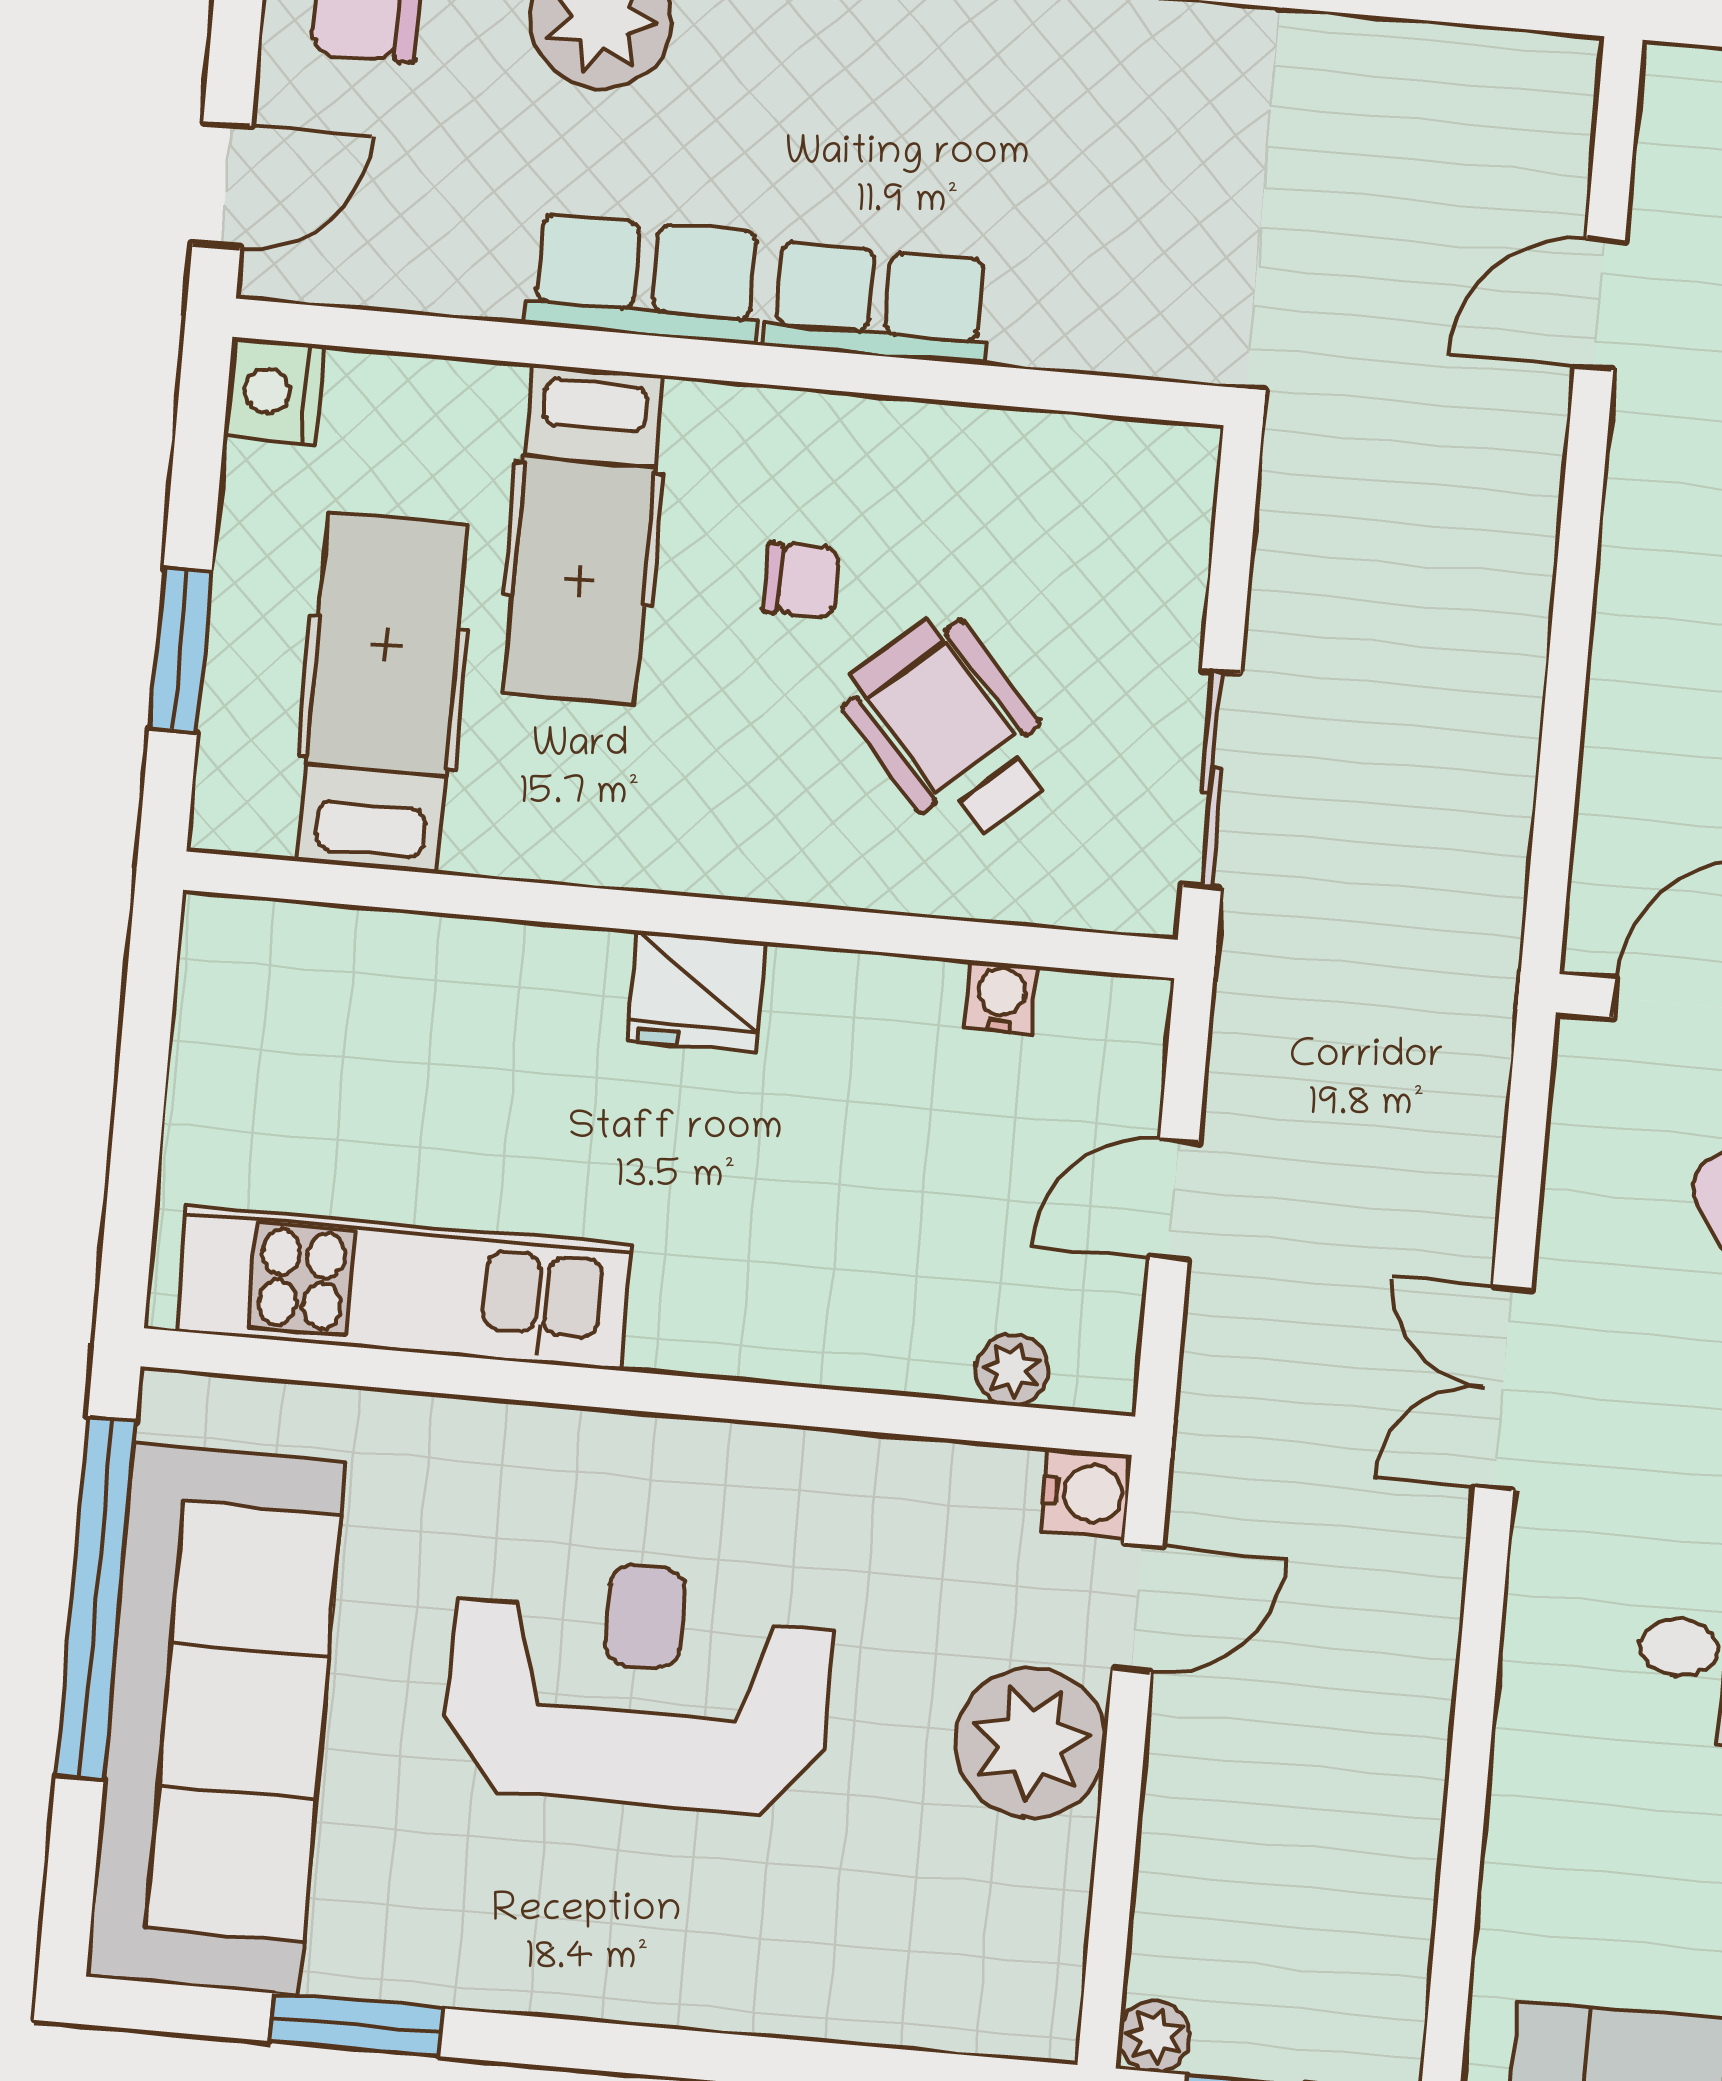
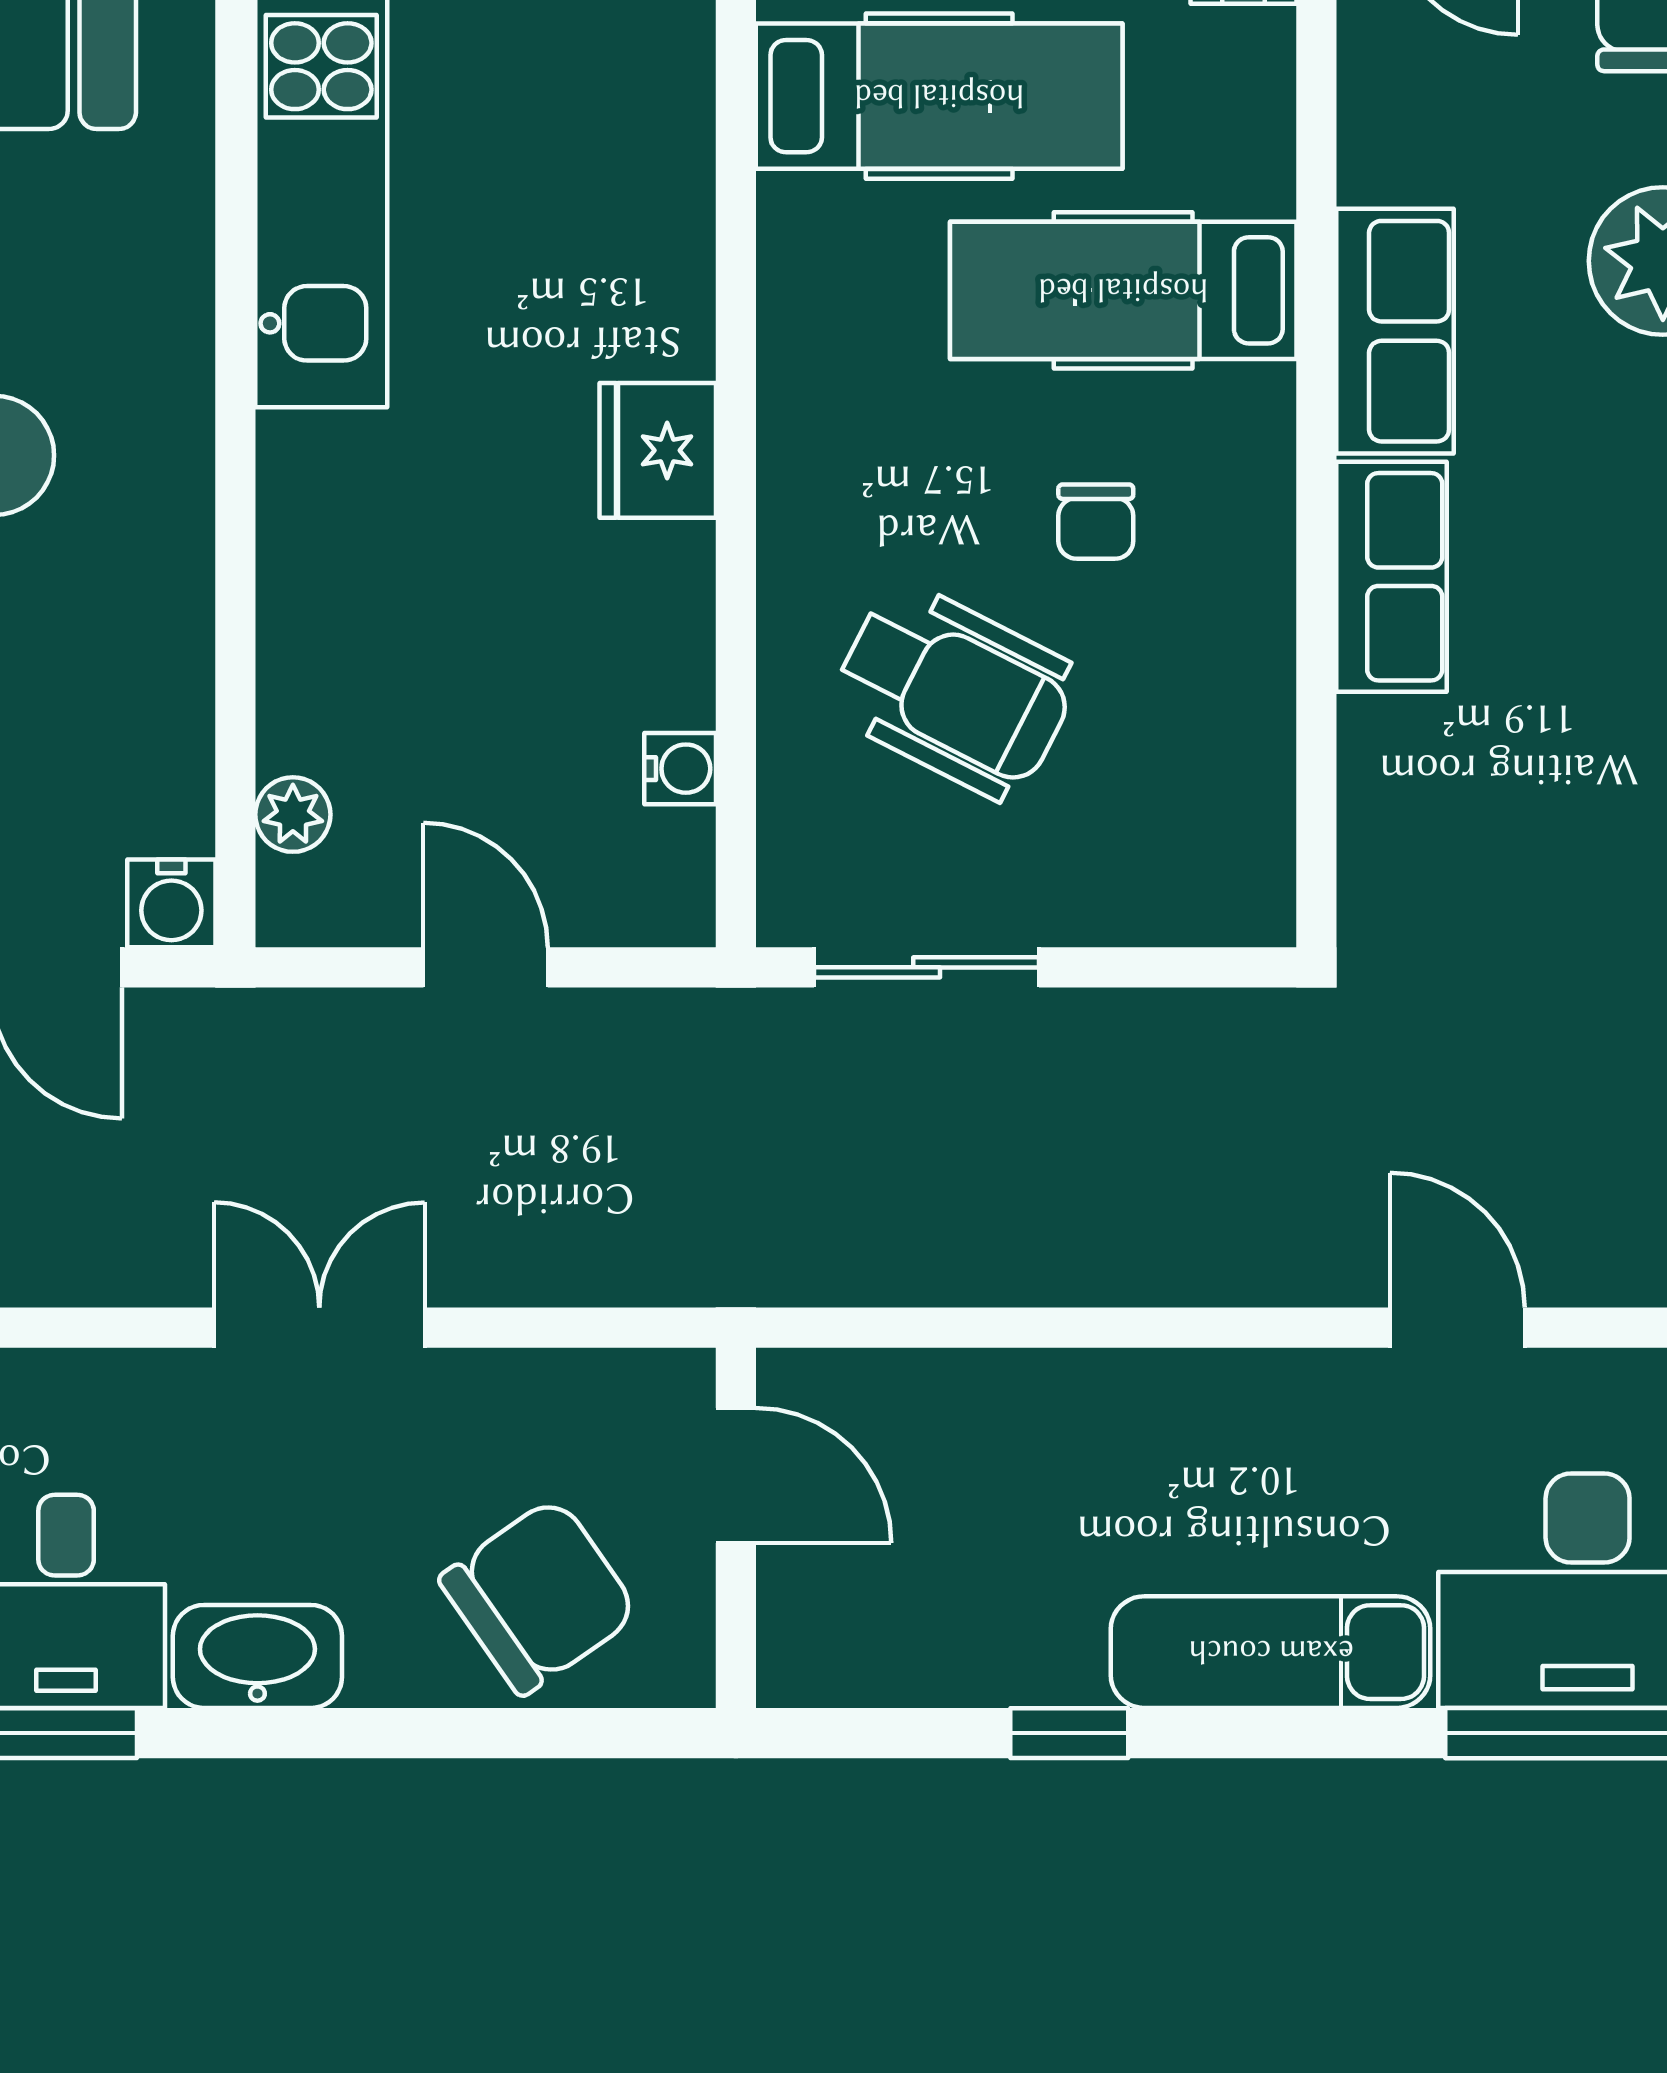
wheelchair: (951, 730) -> (954, 691), turned 69

